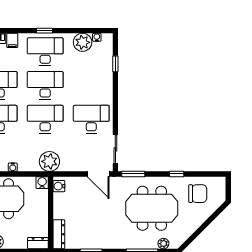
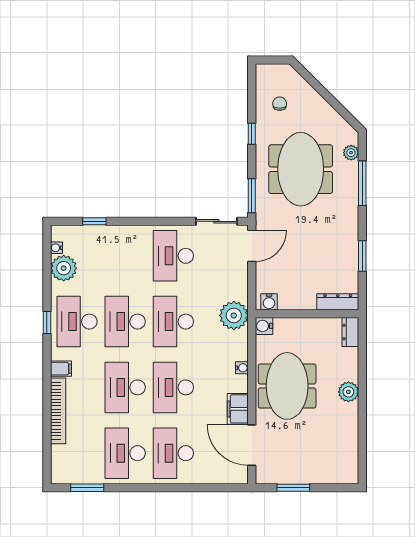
chair: (198, 194) -> (280, 104), width x0.54, depth x0.54

